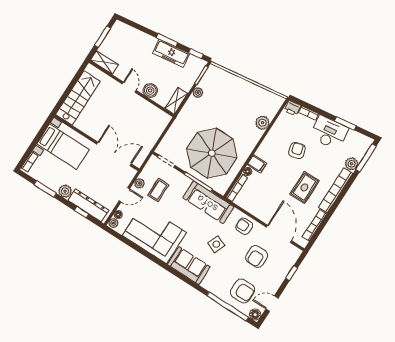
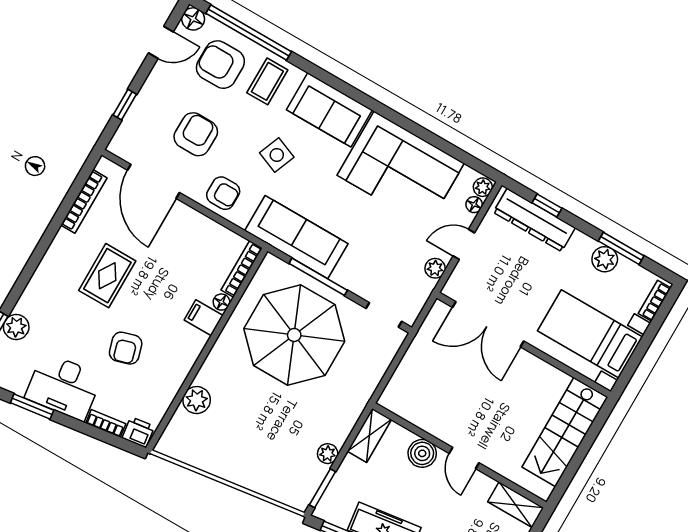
coffee table: (158, 190) -> (267, 81), moved
bookcase: (336, 190) -> (45, 273), removed
plant: (65, 191) -> (605, 259), moved

